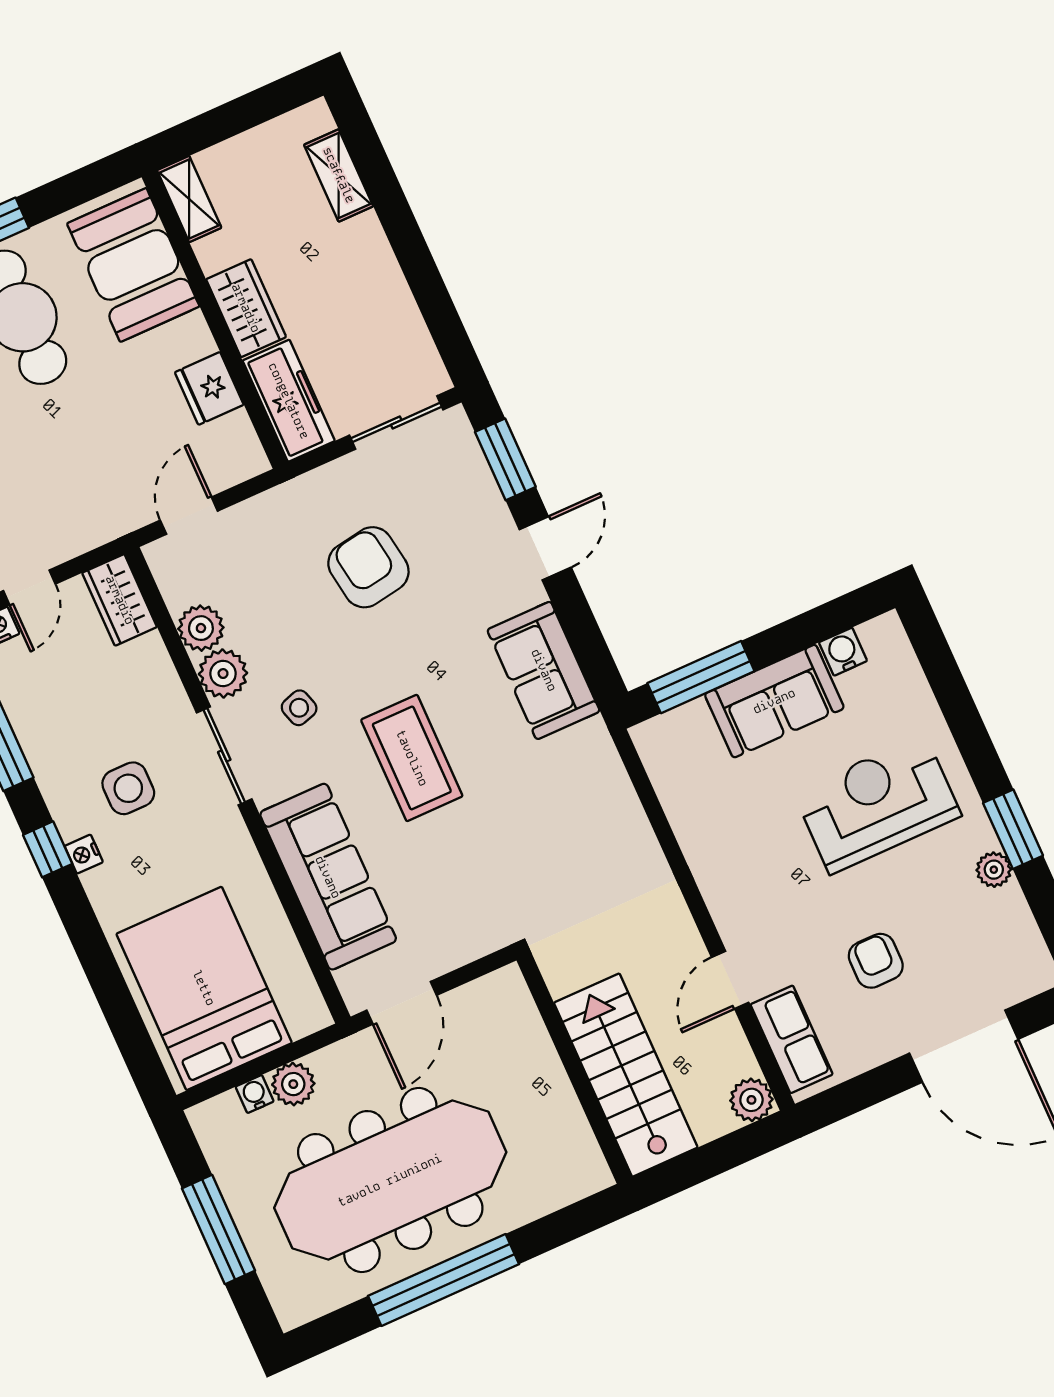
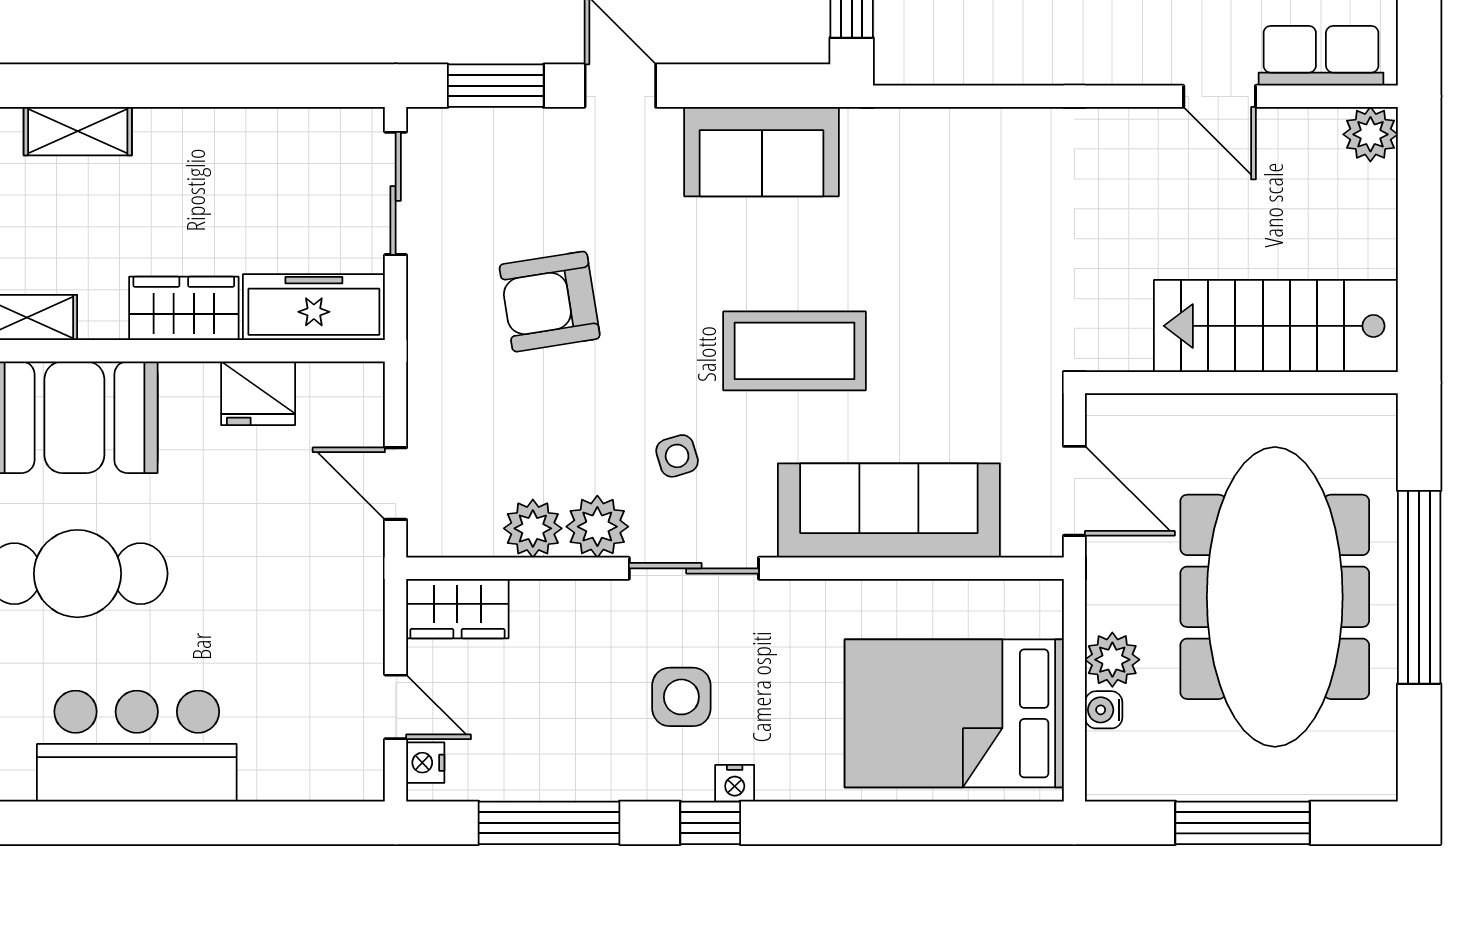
wall: (574, 1069) -> (1241, 383), moved
stairs: (626, 1075) -> (1276, 326), moved

